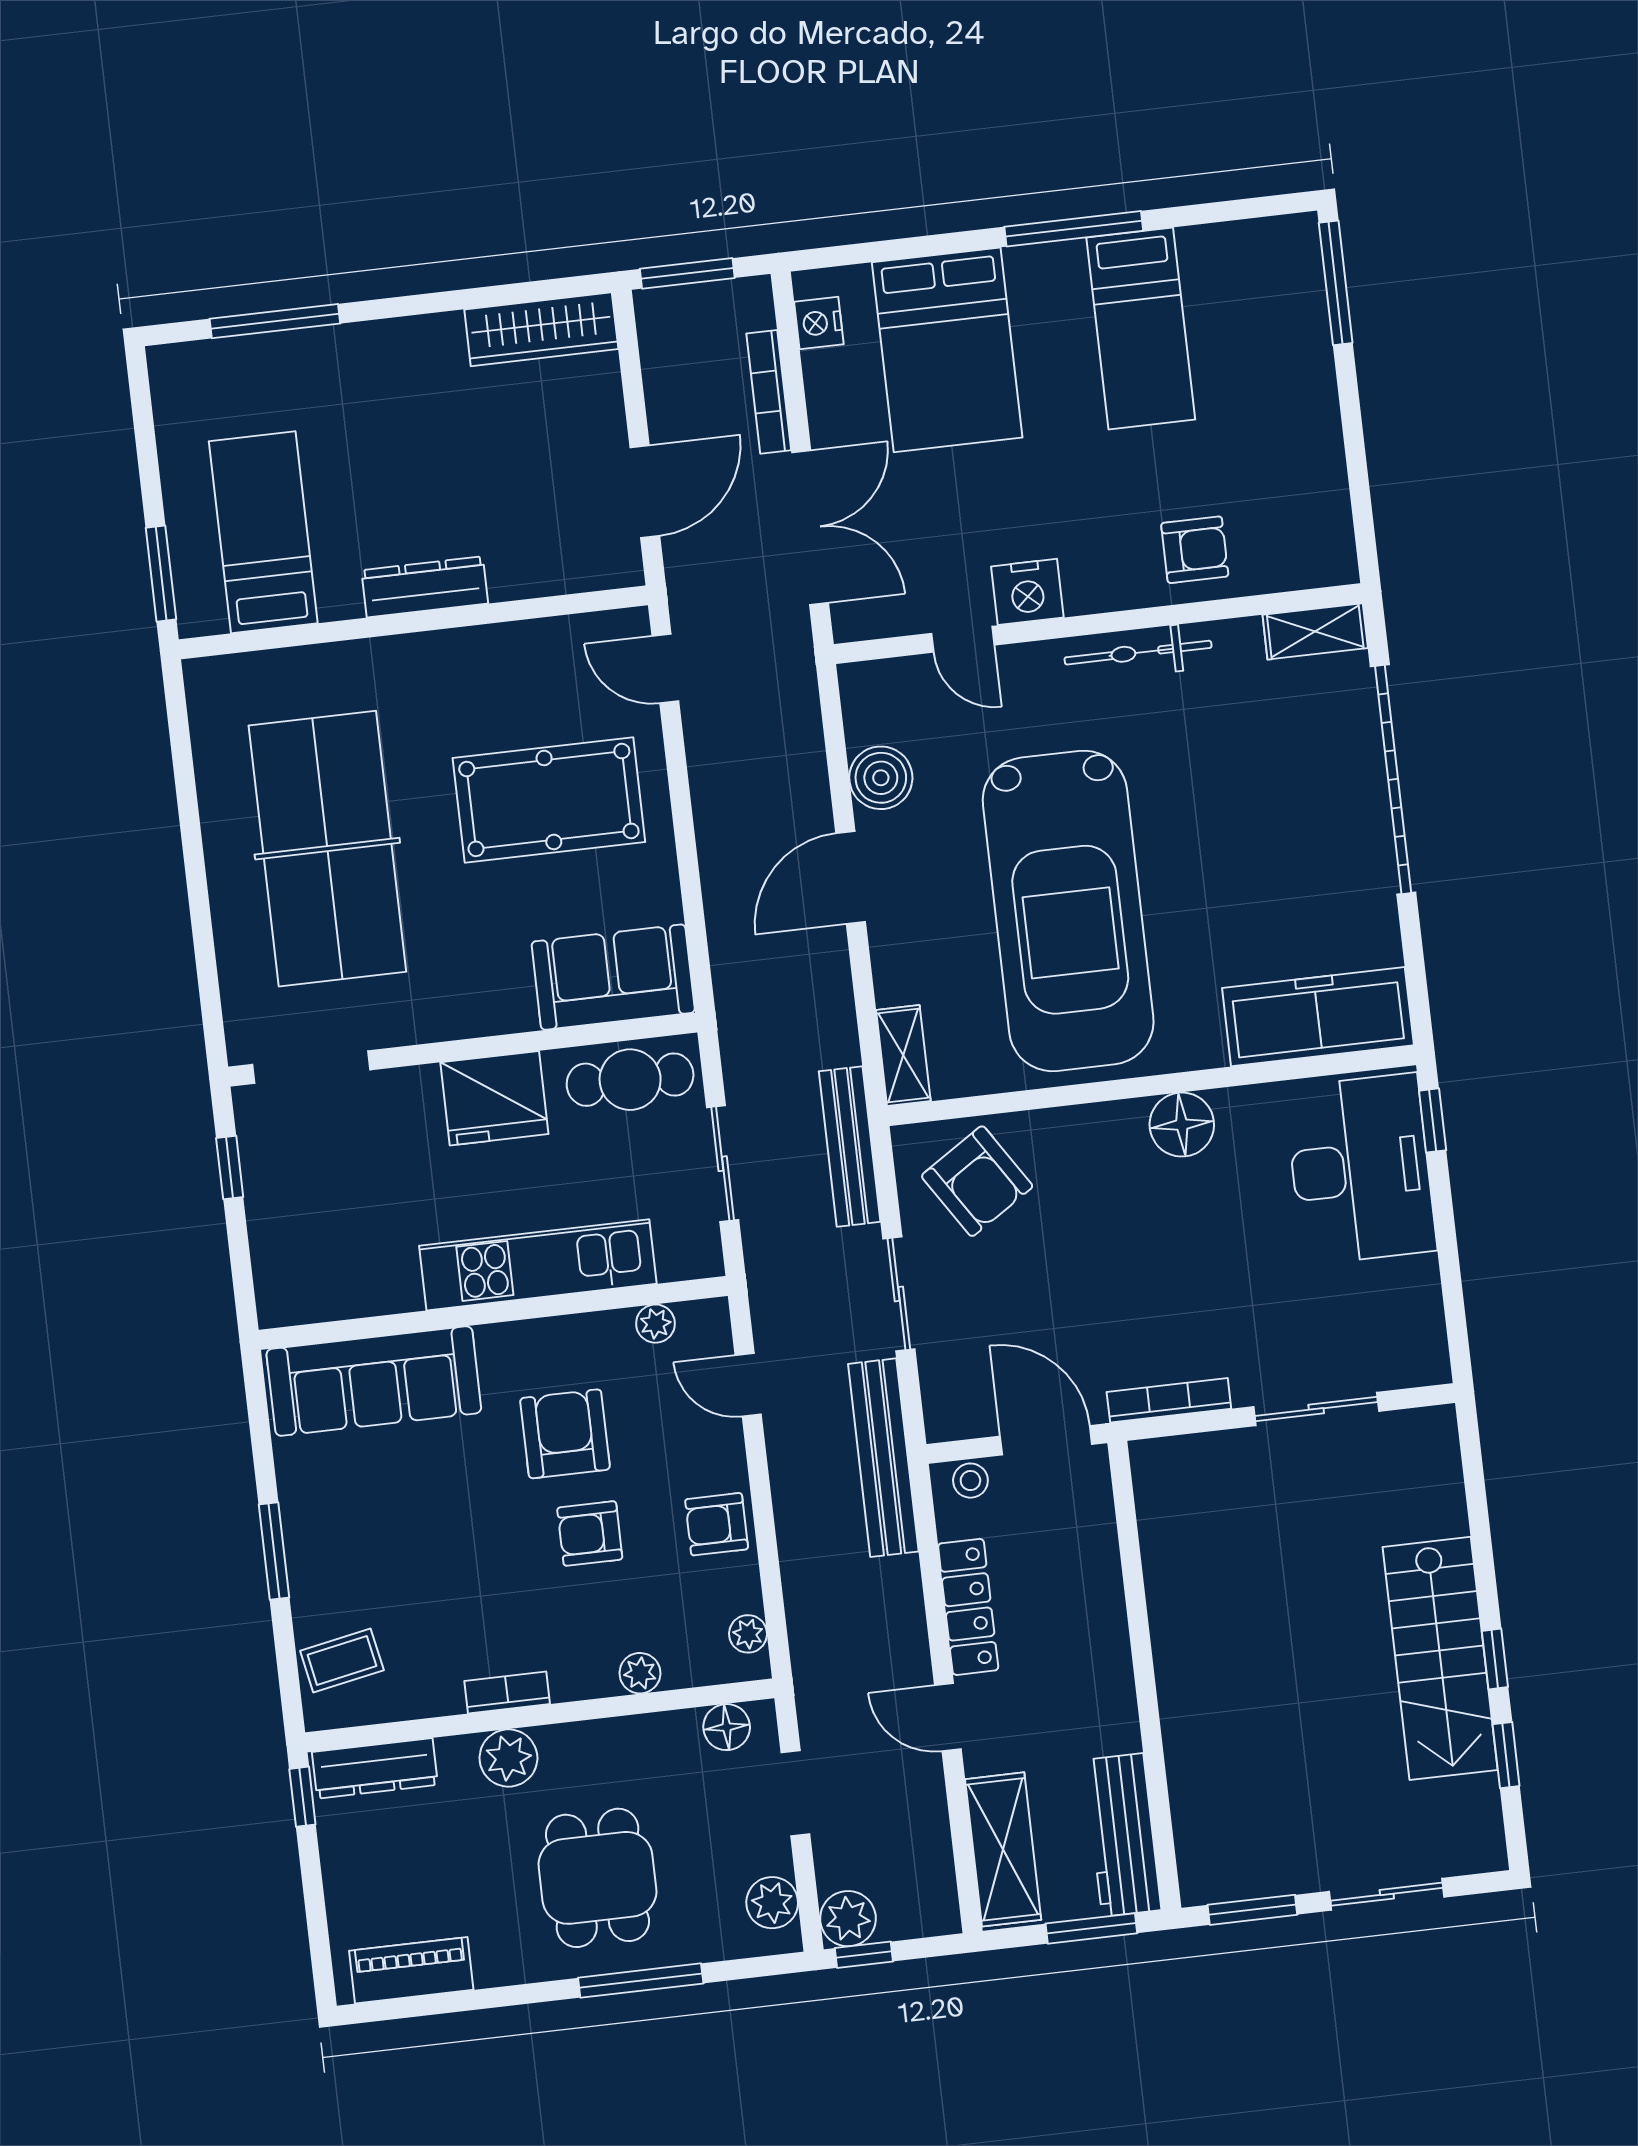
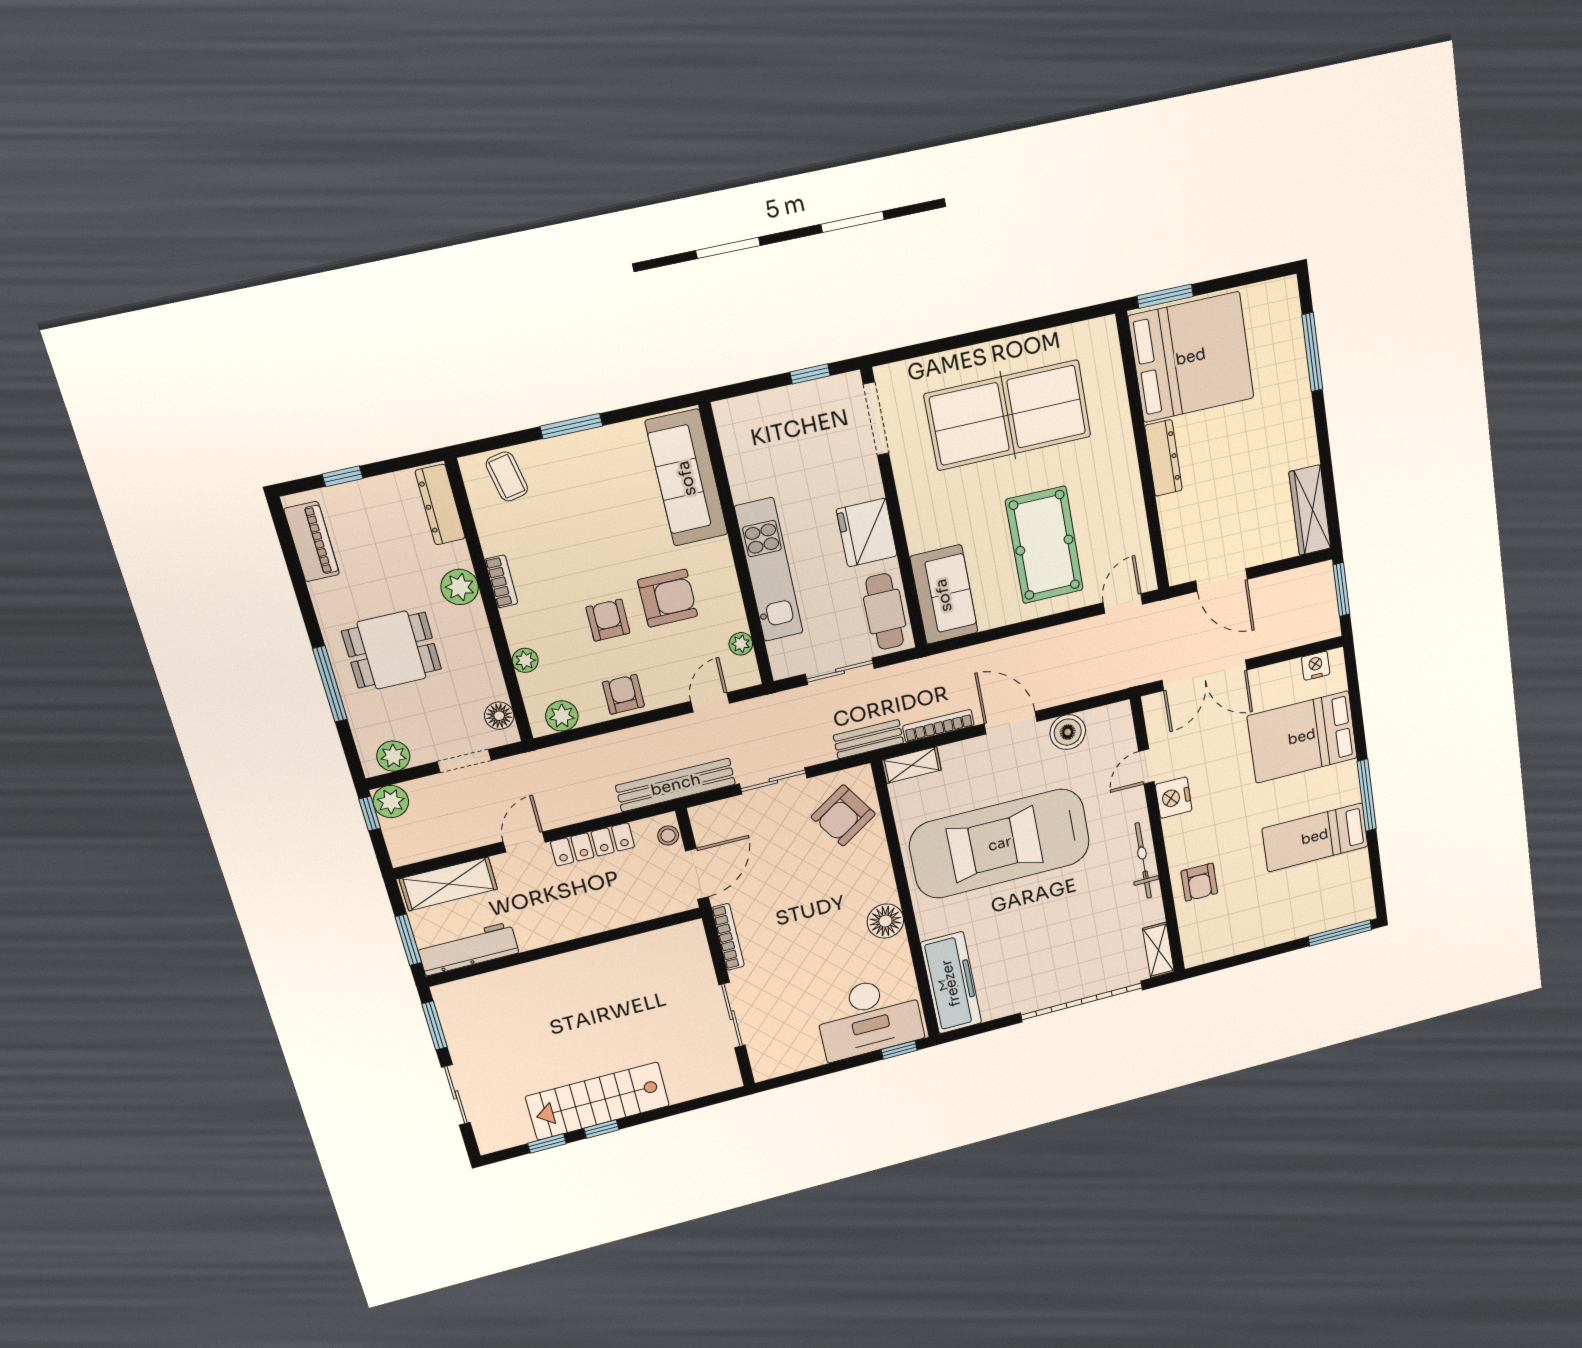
bookcase: (769, 392) -> (938, 726), moved
bed: (263, 532) -> (1191, 357), width x2.04
bench: (850, 1147) -> (868, 739), width x0.73
plant: (748, 1634) -> (562, 716), width x1.38, depth x1.38
window: (302, 1797) -> (342, 476), moved

